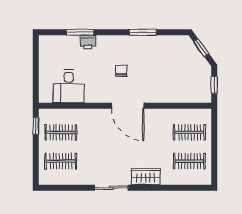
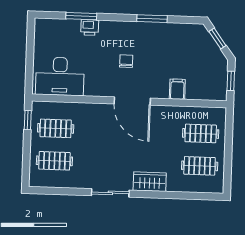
desk: (69, 86) -> (60, 76), width x1.37
filing cabinet: (167, 94) -> (177, 89), added

